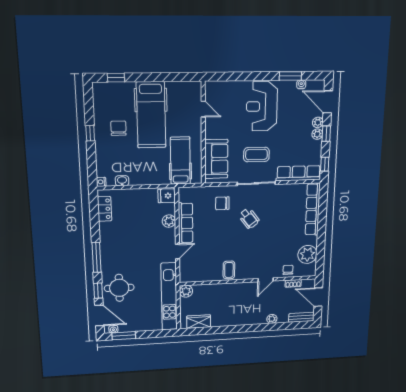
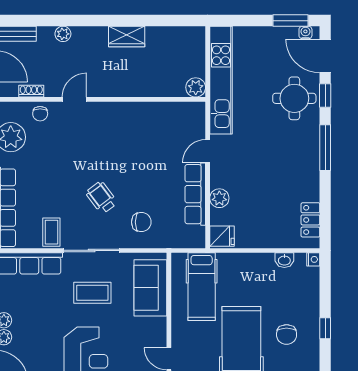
coffee table: (229, 270) -> (51, 232), moved
wardrobe: (199, 322) -> (127, 36), moved

